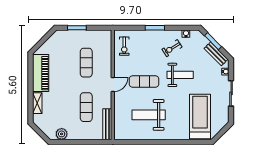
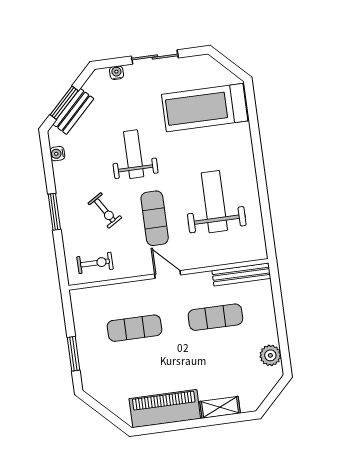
exercise bike: (172, 48) -> (105, 210), moved
bench: (216, 54) -> (73, 111), moved
weight bench: (149, 115) -> (214, 202), turned 180

